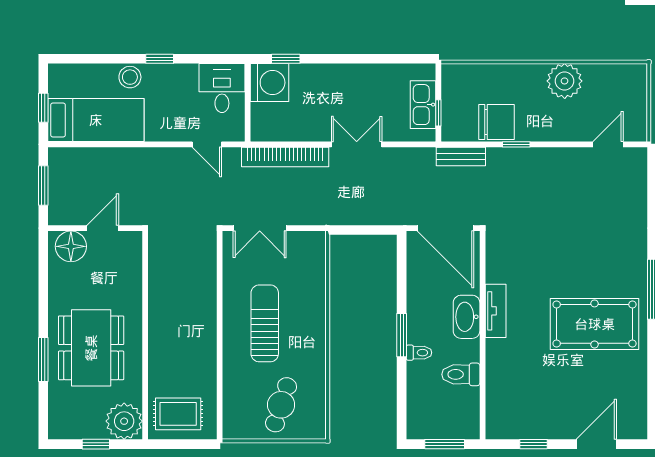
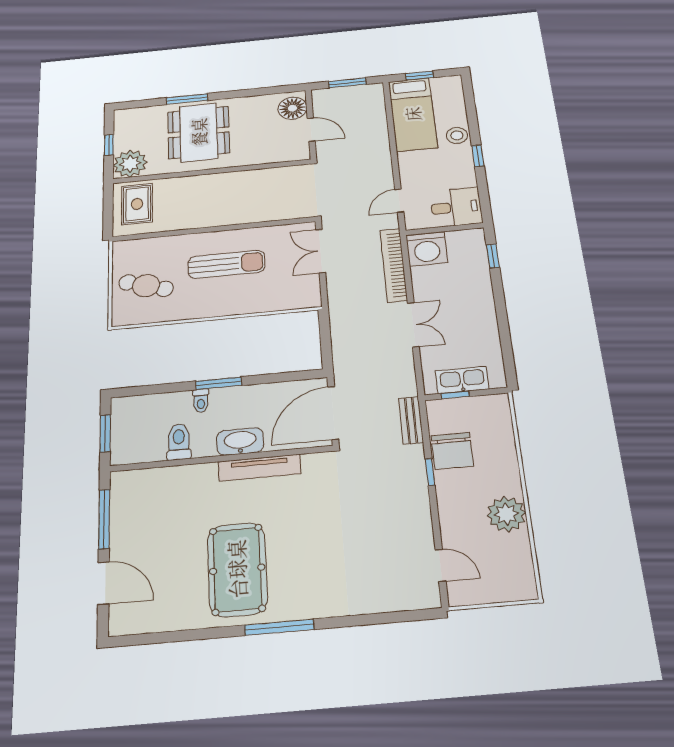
washing machine: (269, 83) -> (427, 249), moved
tv unit: (496, 311) -> (259, 468), width x1.41
dining table: (91, 348) -> (199, 132), turned 90
window: (534, 444) -> (104, 519), width x2.17

